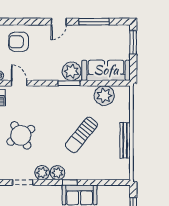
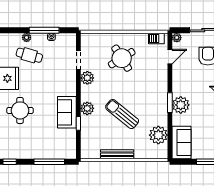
sofa: (106, 70) -> (182, 143), width x0.73
plant: (58, 173) -> (87, 108), moved
window: (70, 182) -> (78, 123), moved

